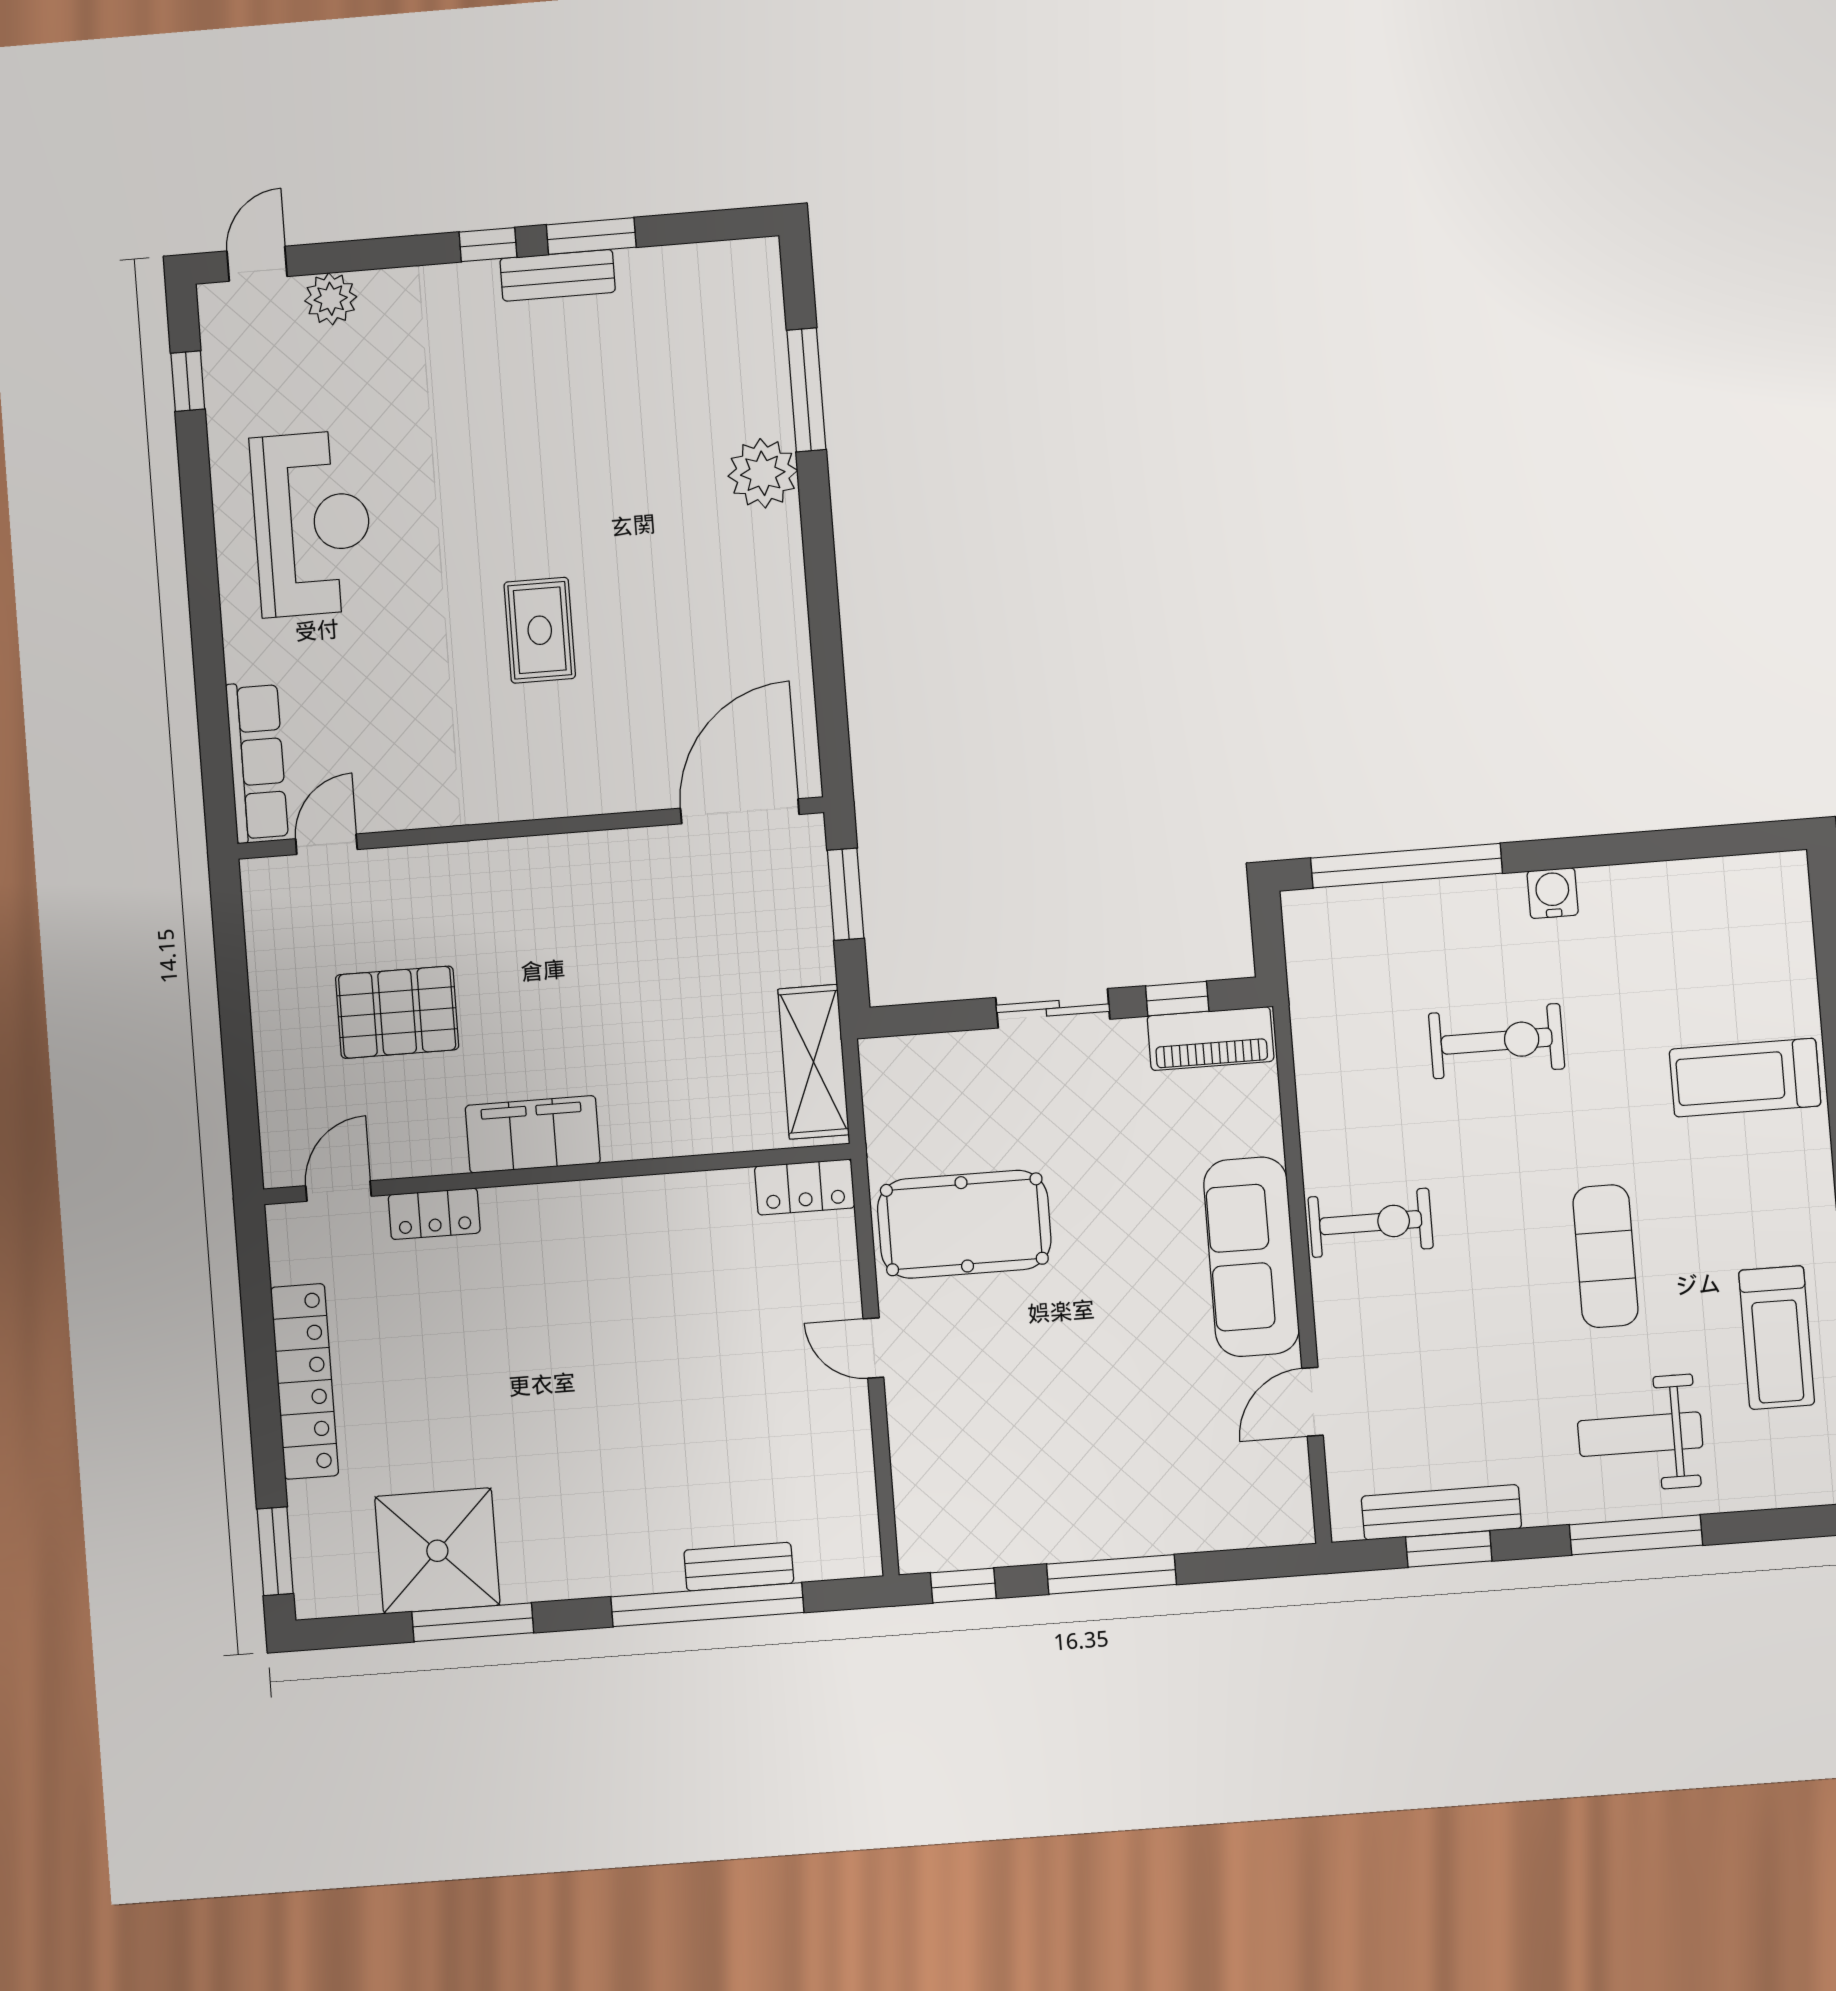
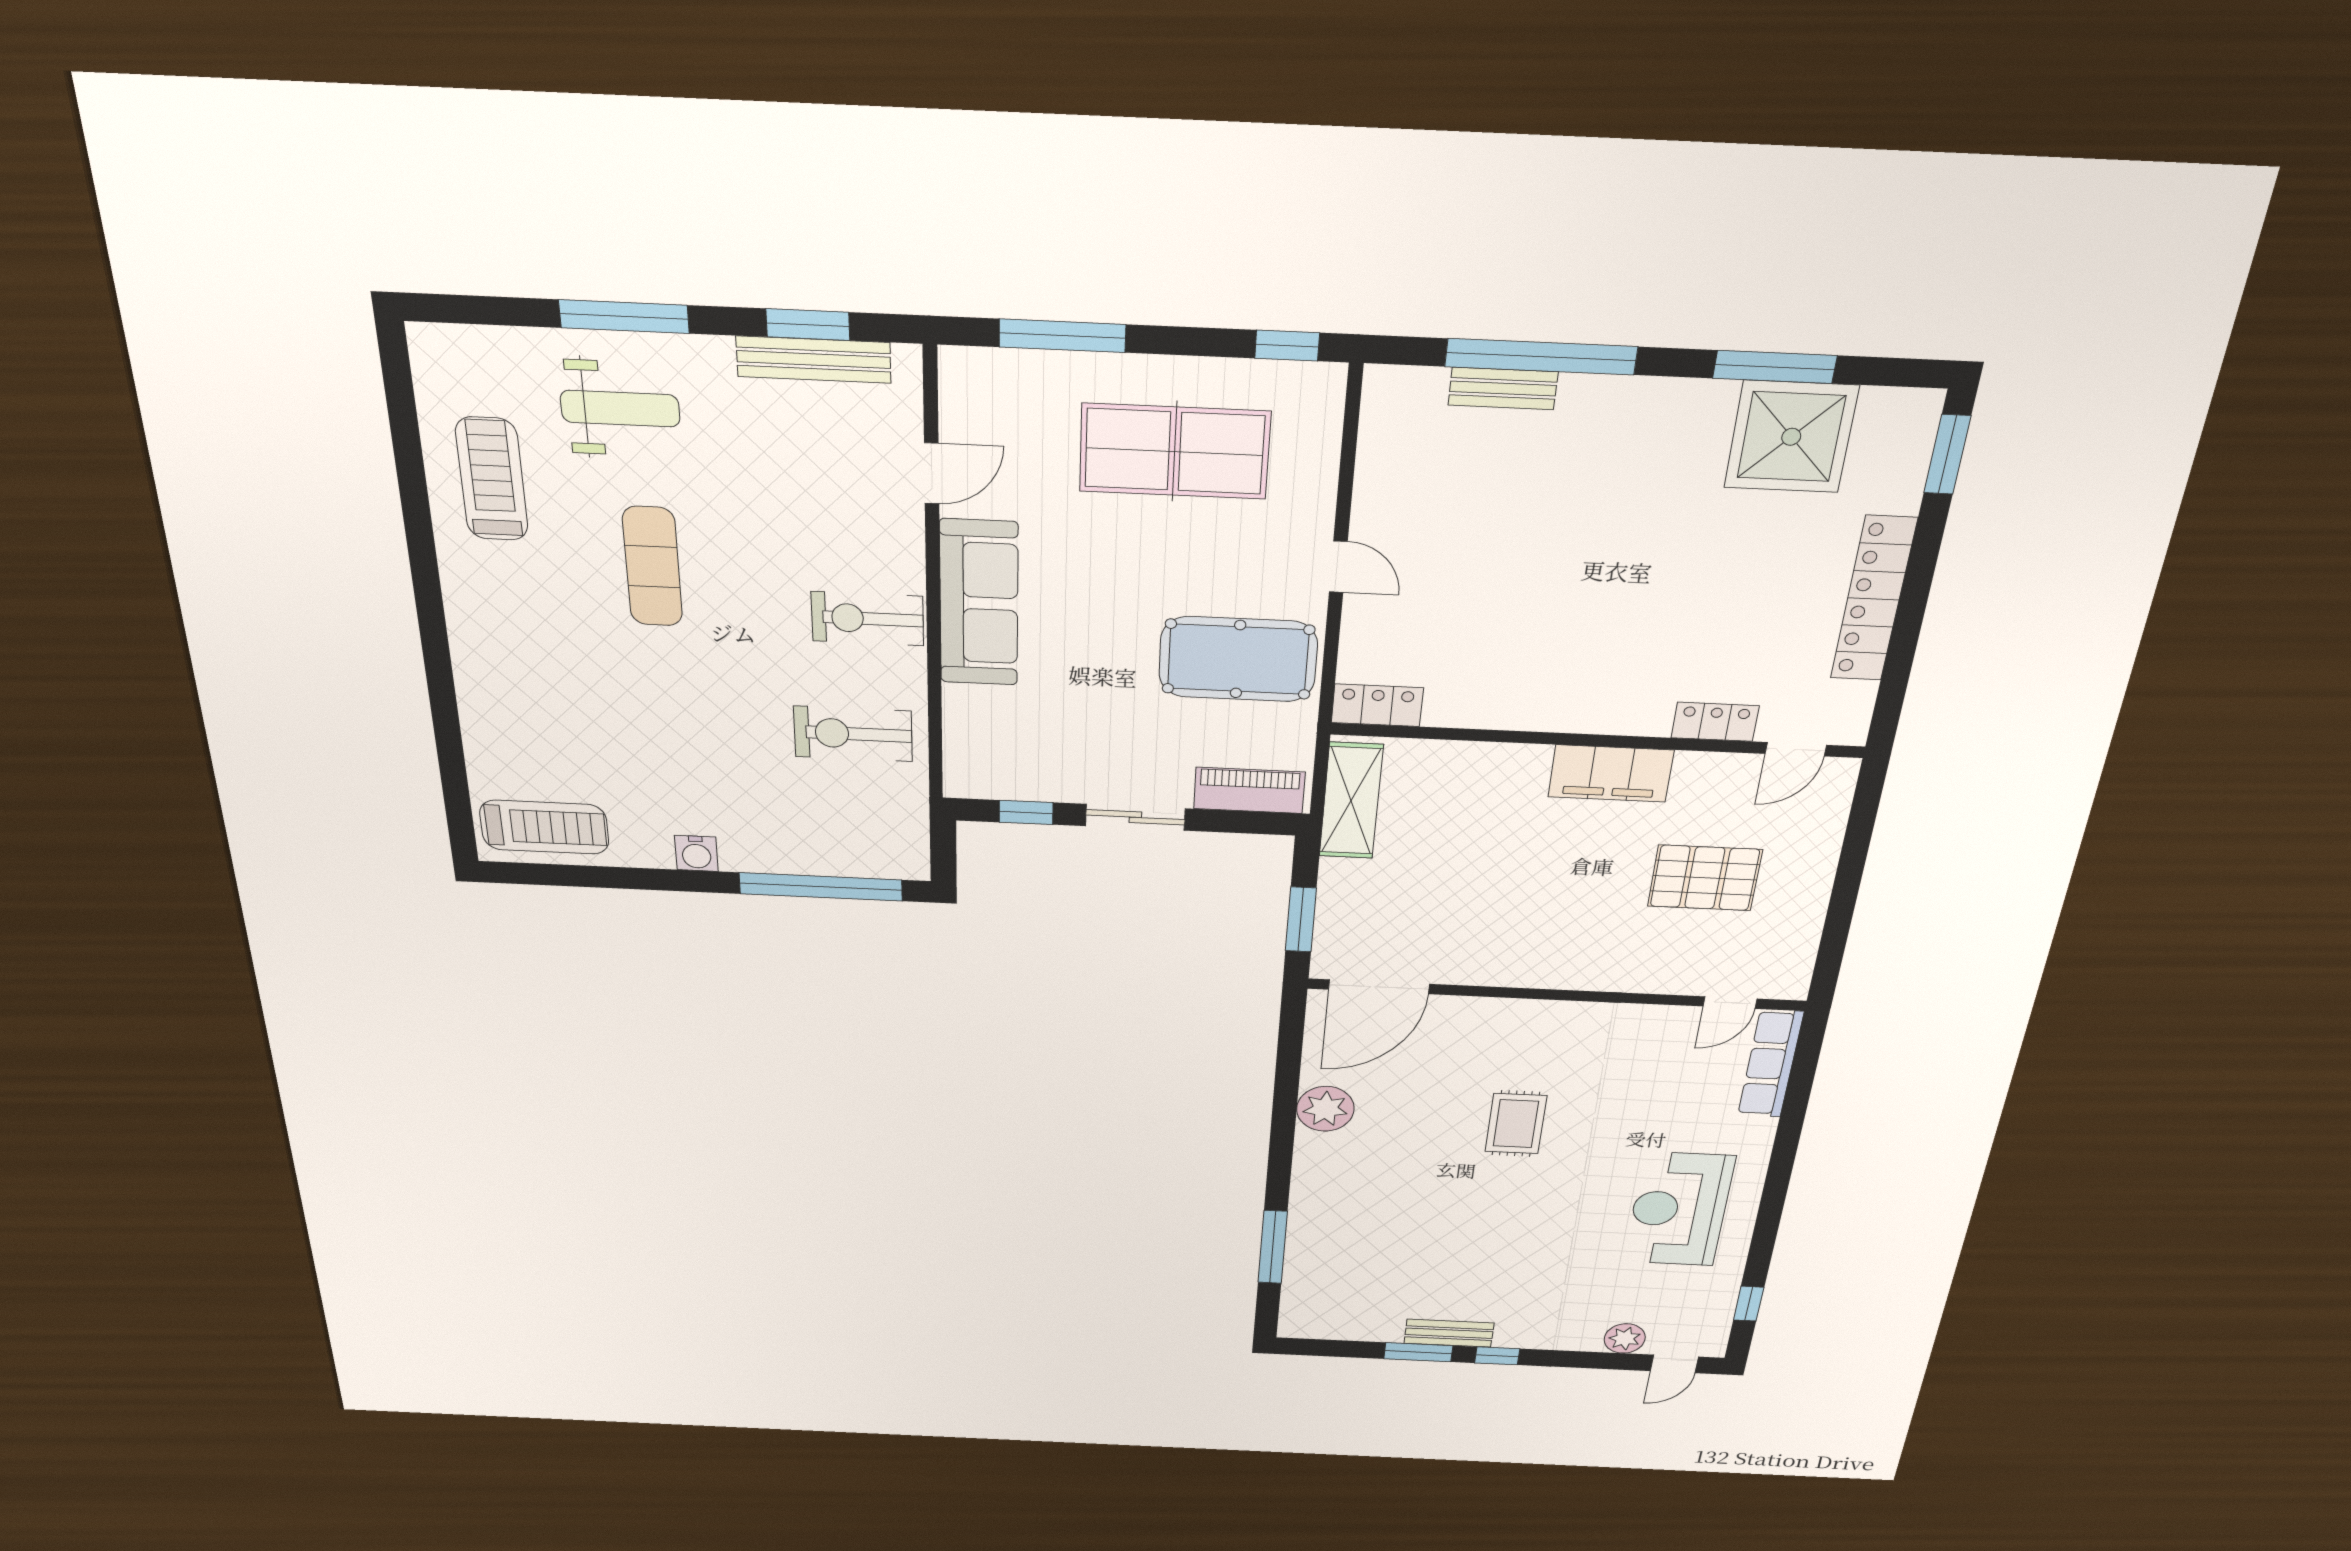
plant: (763, 473) -> (1325, 1109), moved
piano: (1211, 1039) -> (1249, 790), moved
exercise bike: (1497, 1041) -> (853, 734), moved
treadmill: (1745, 1078) -> (544, 827), moved
table tennis table: (1063, 1457) -> (1174, 451), added
window: (1111, 1574) -> (1062, 336), moved

